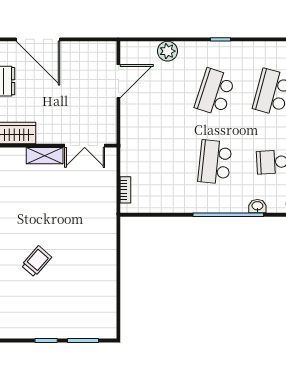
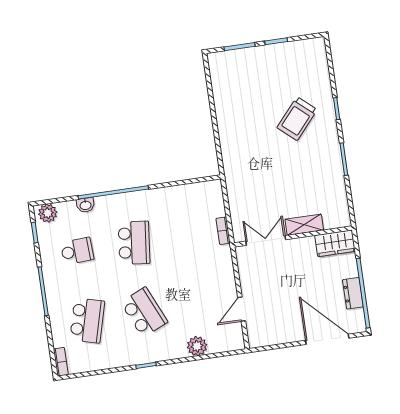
door: (118, 81) -> (242, 309), width x0.73
school desk: (215, 92) -> (144, 312), turned -42
bookcase: (125, 190) -> (223, 231), moved
trolley: (36, 261) -> (297, 119), width x1.36, depth x1.39

